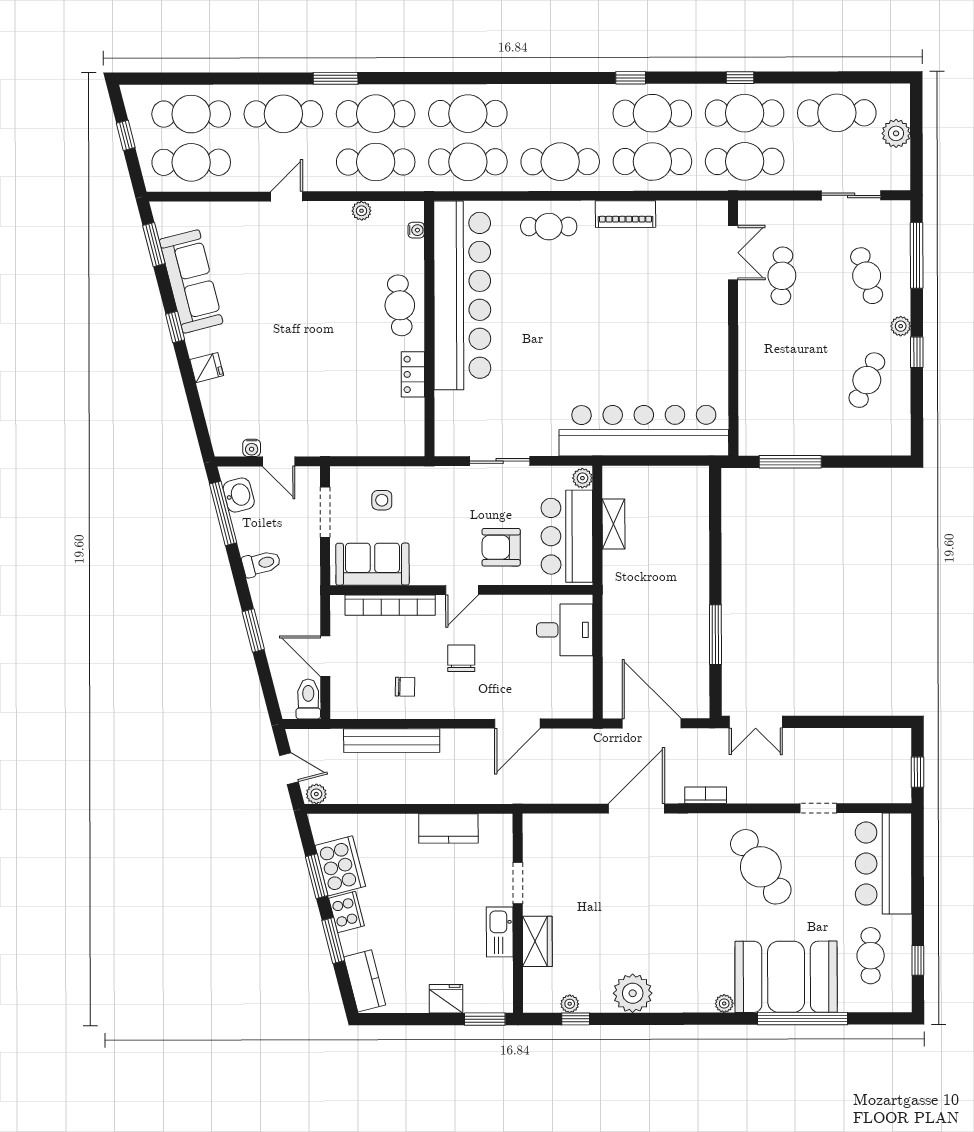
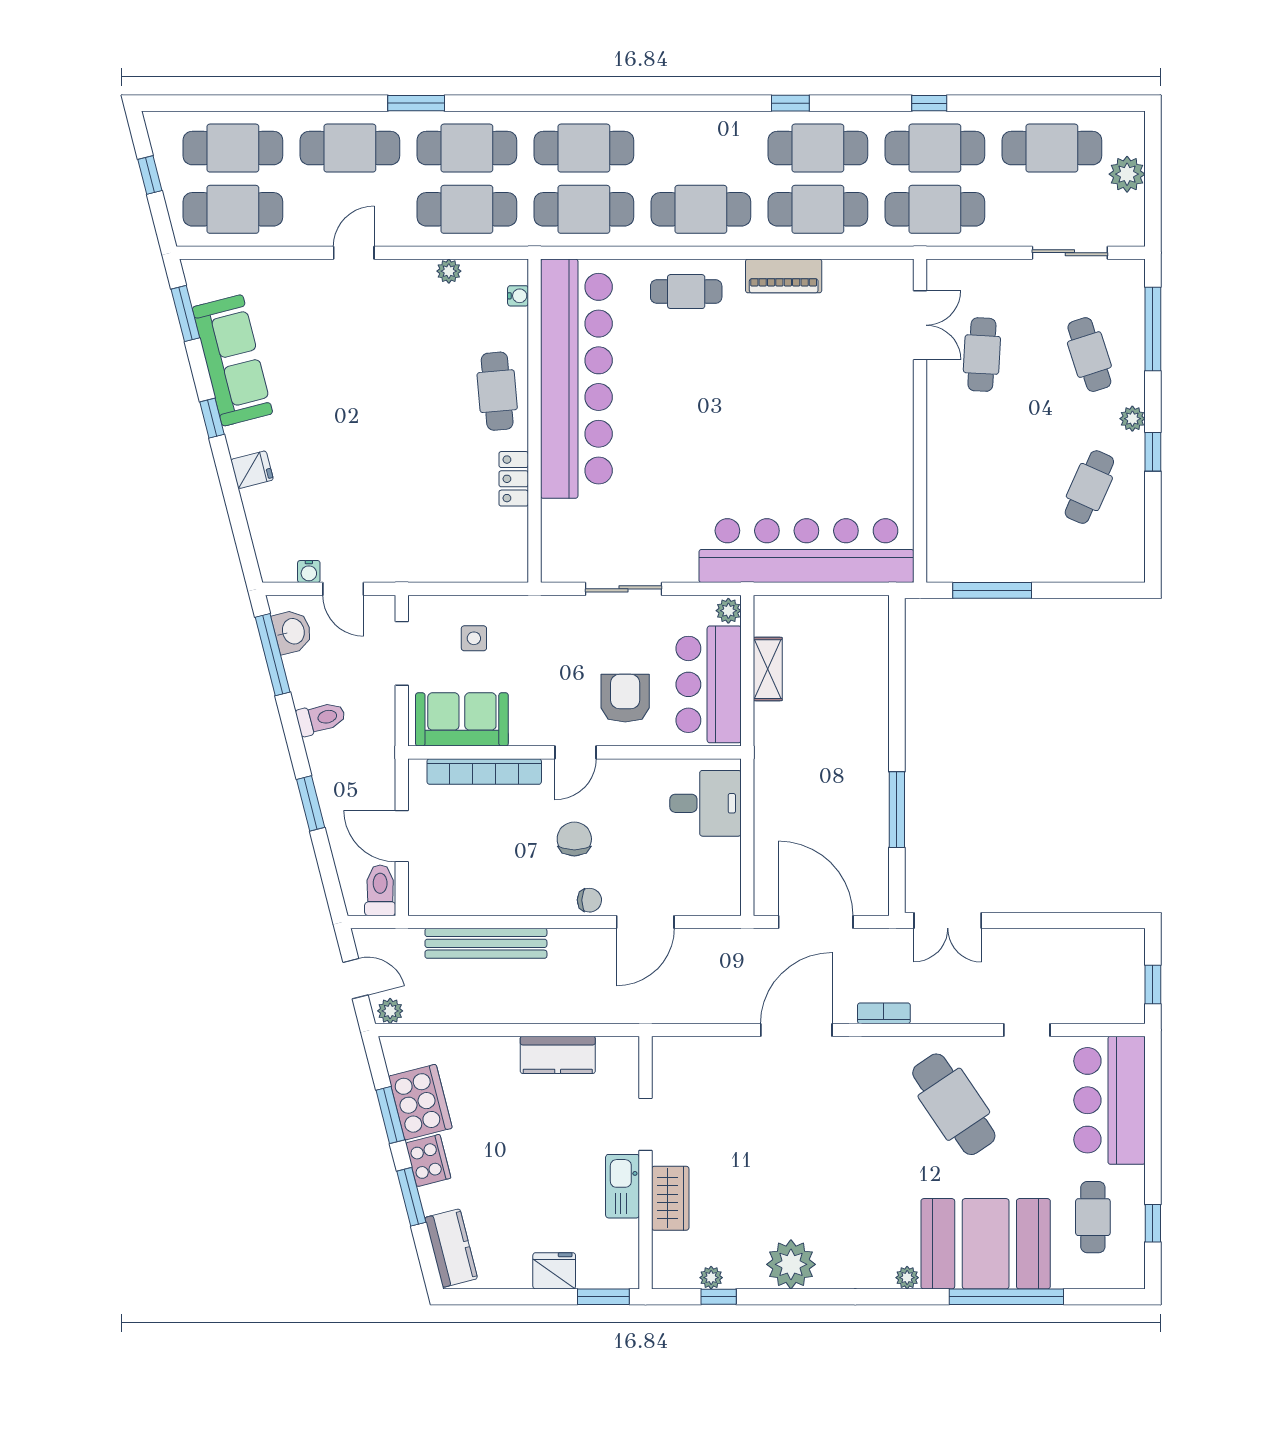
armchair: (501, 547) -> (625, 698), turned 90
chair: (405, 687) -> (589, 900), moved

